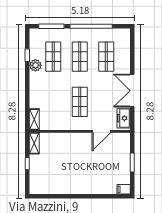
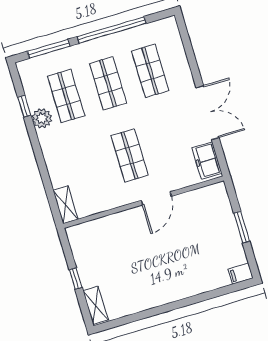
double door: (132, 91) -> (207, 113), swing flipped
door: (101, 131) -> (156, 198), moved
shelving: (34, 143) -> (96, 305), moved

